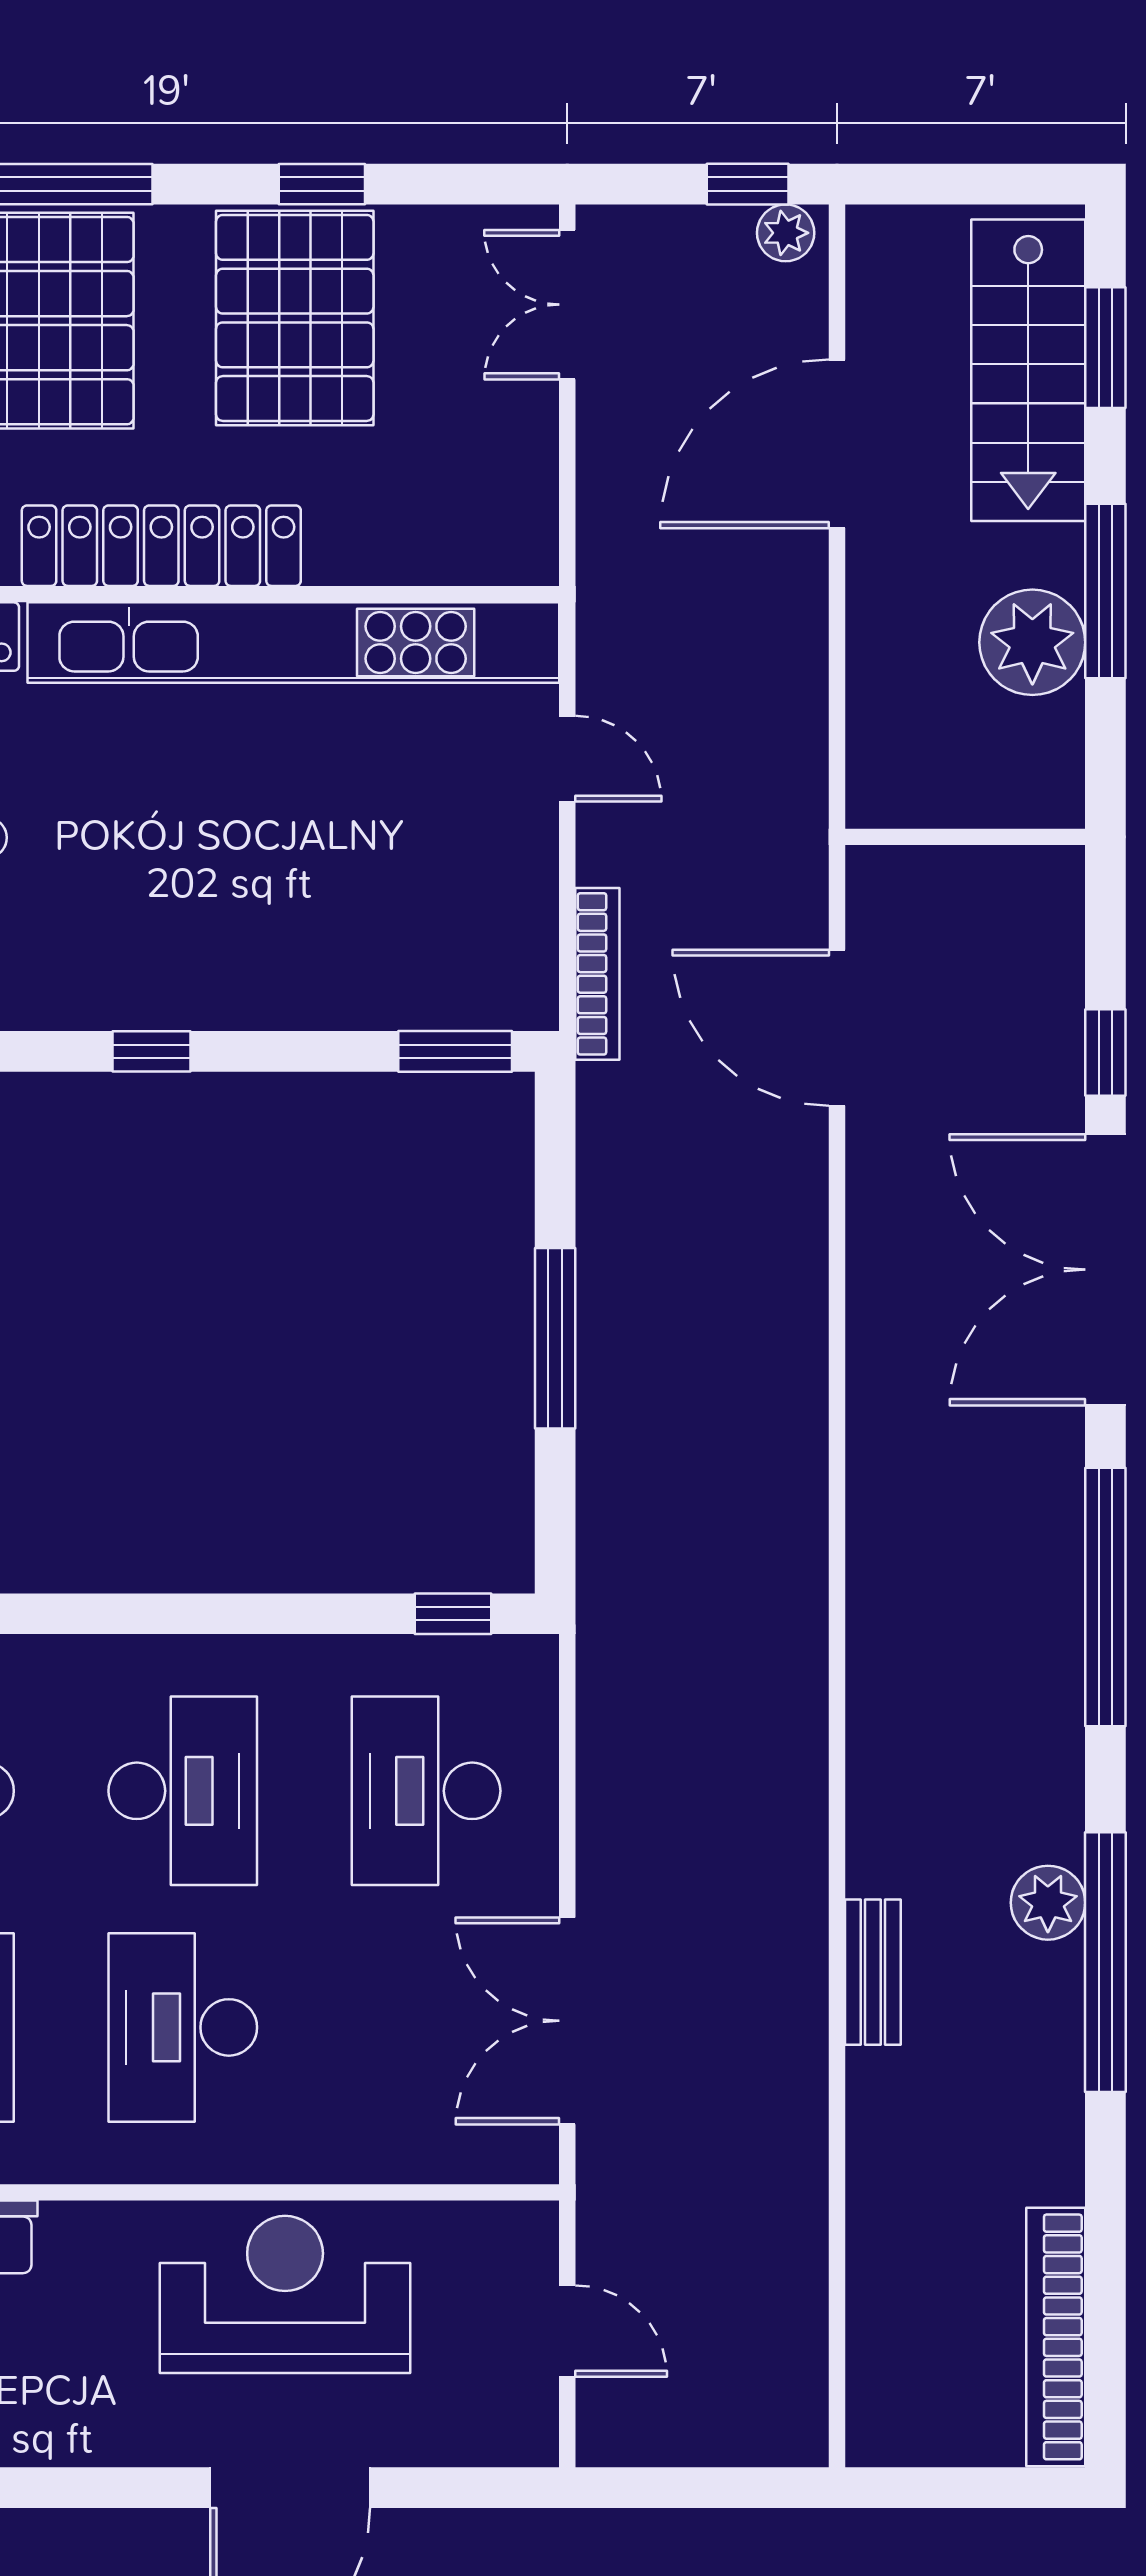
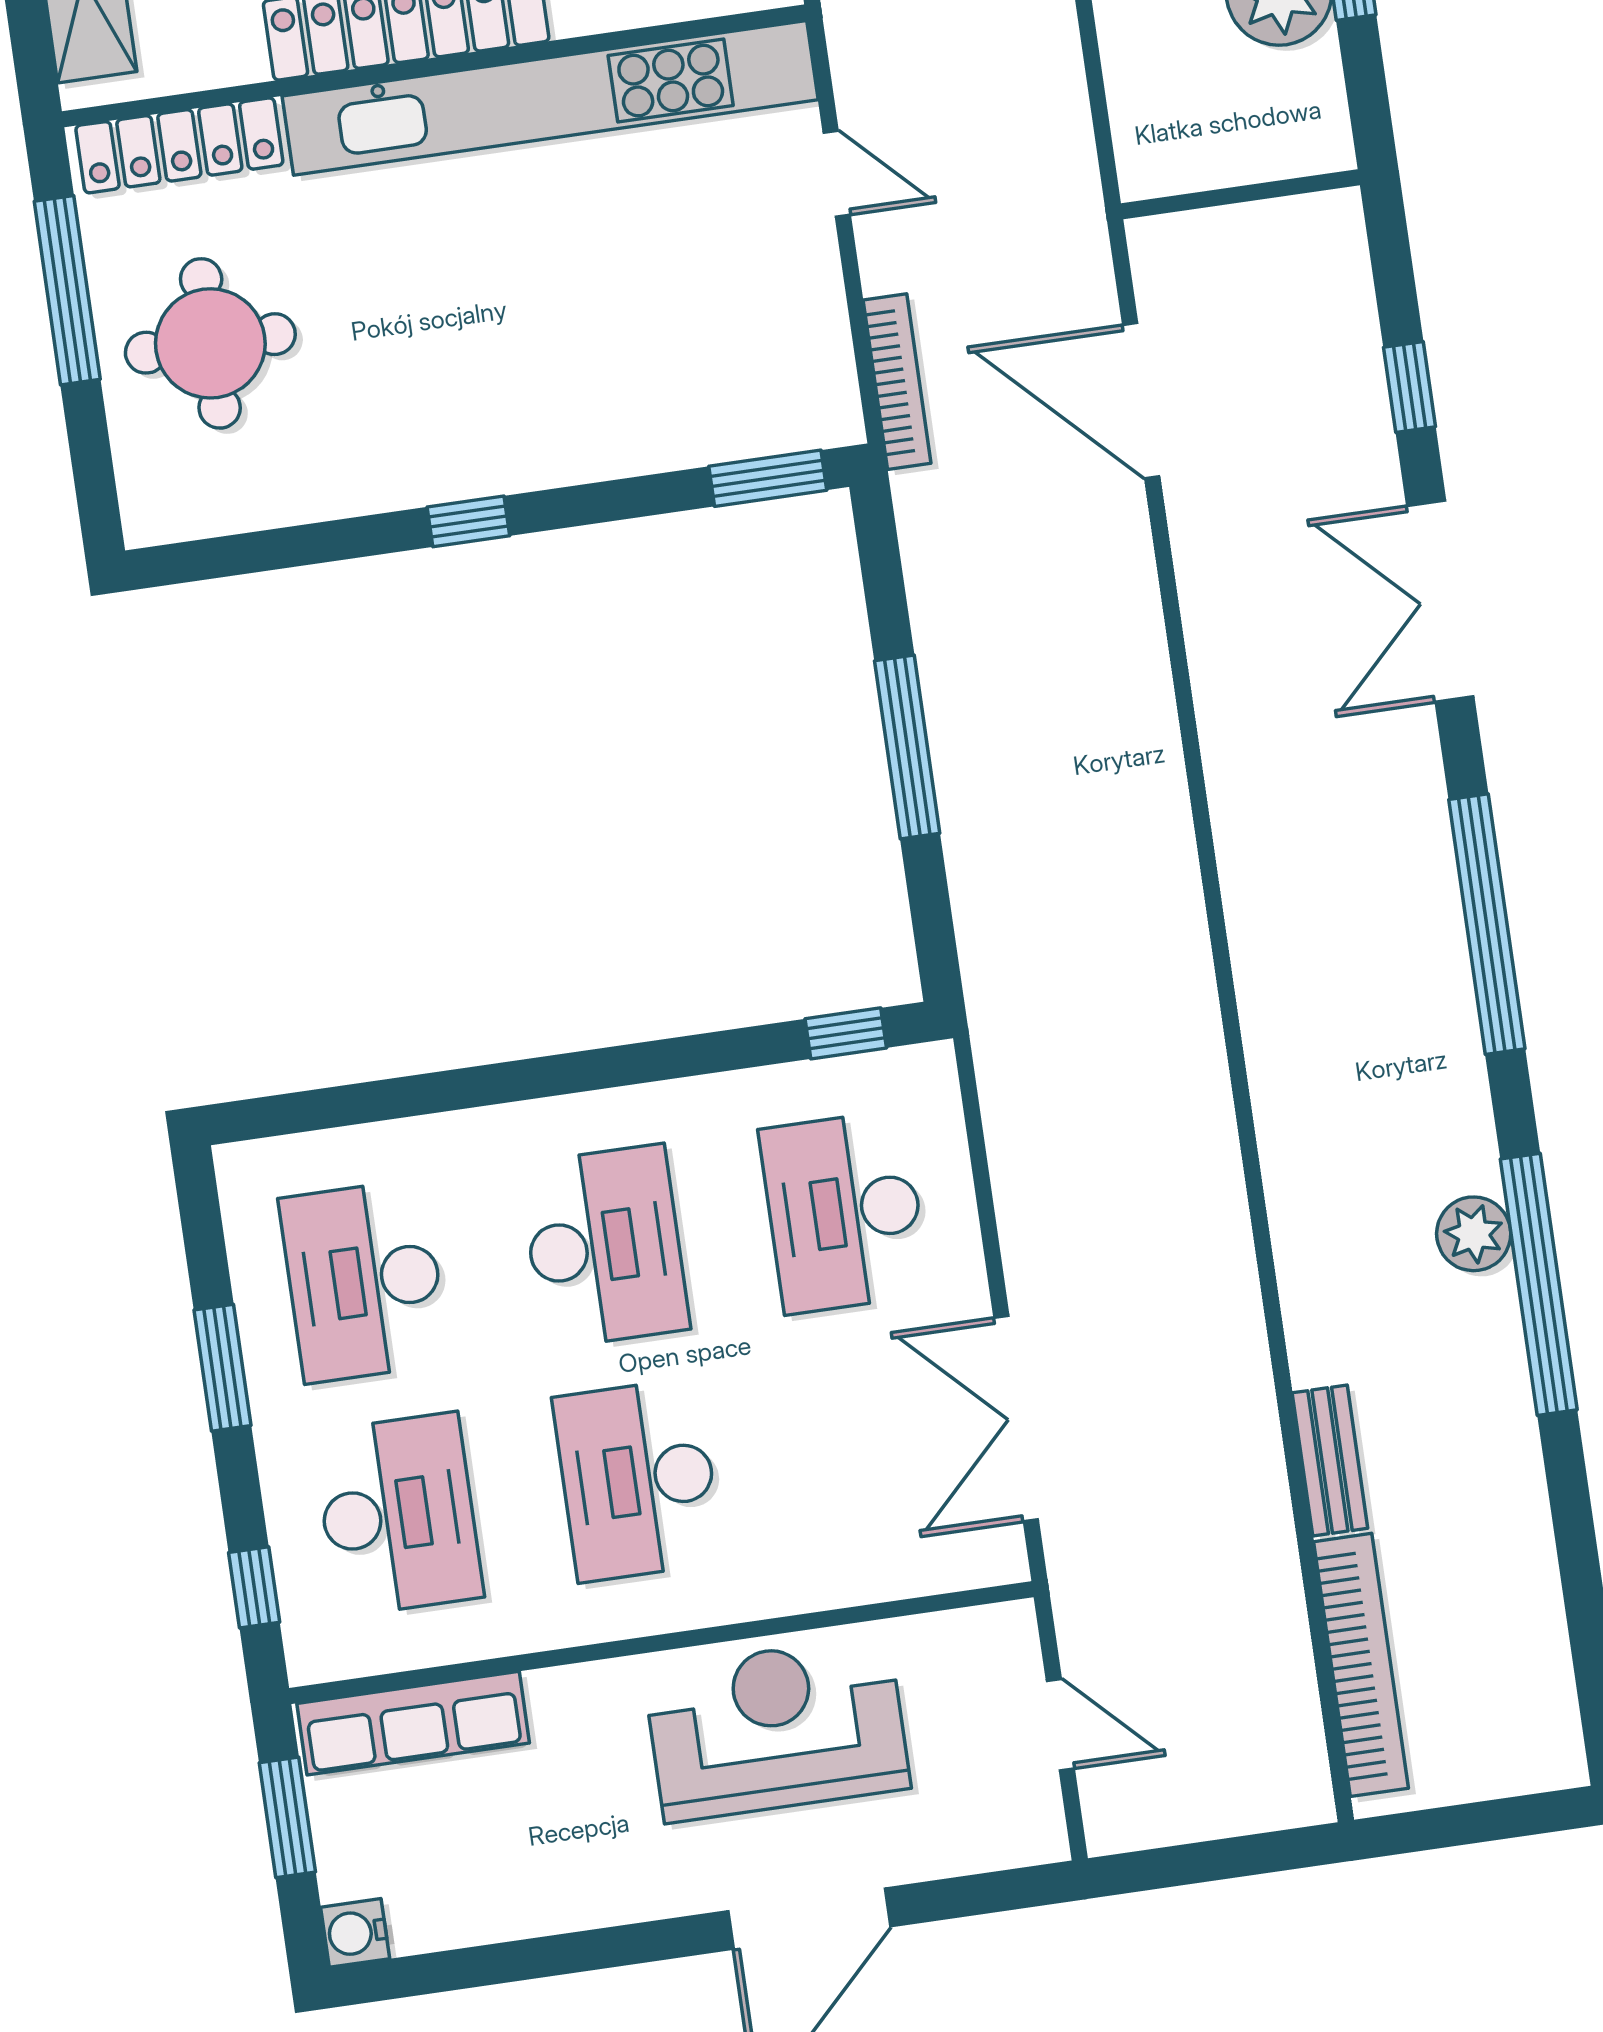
double door: (1105, 1270) -> (1440, 601), width x0.73
bench: (873, 1972) -> (1330, 1461), moved
bookcase: (1056, 2337) -> (1361, 1665), moved, turned 180

